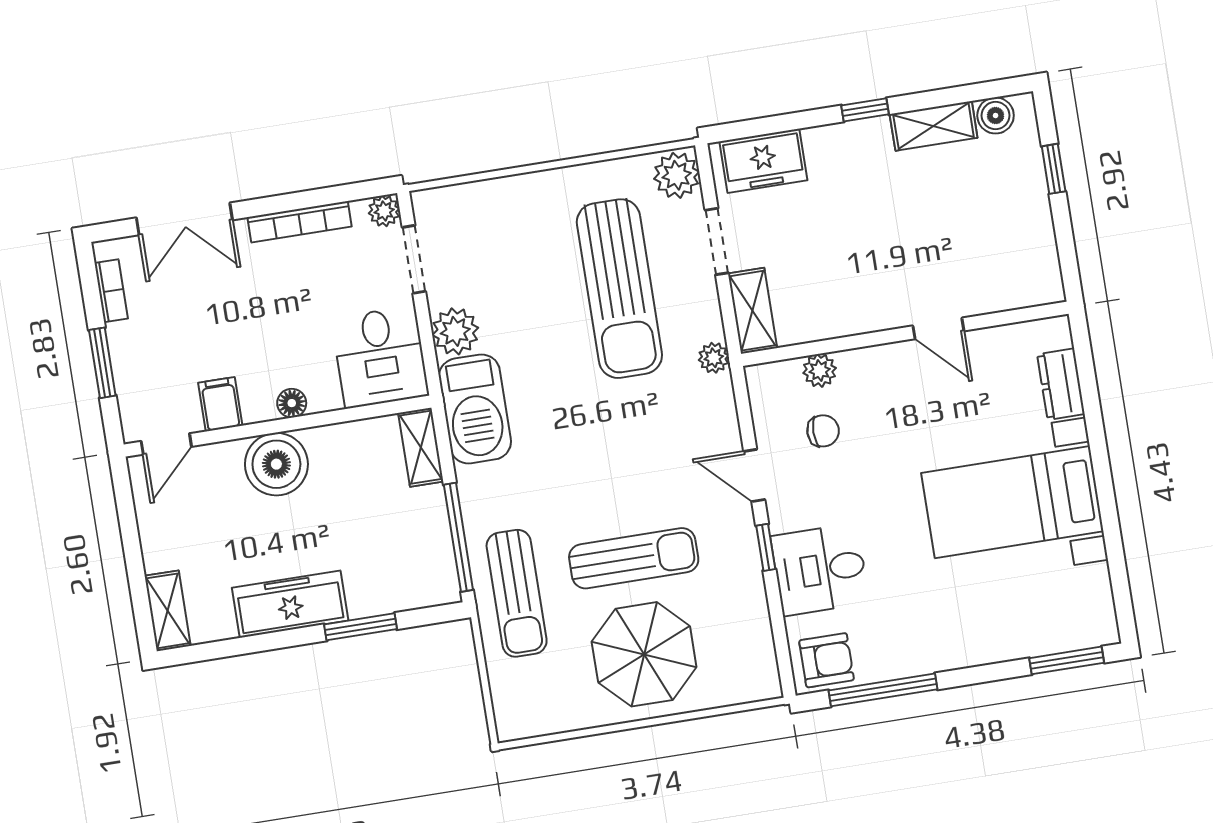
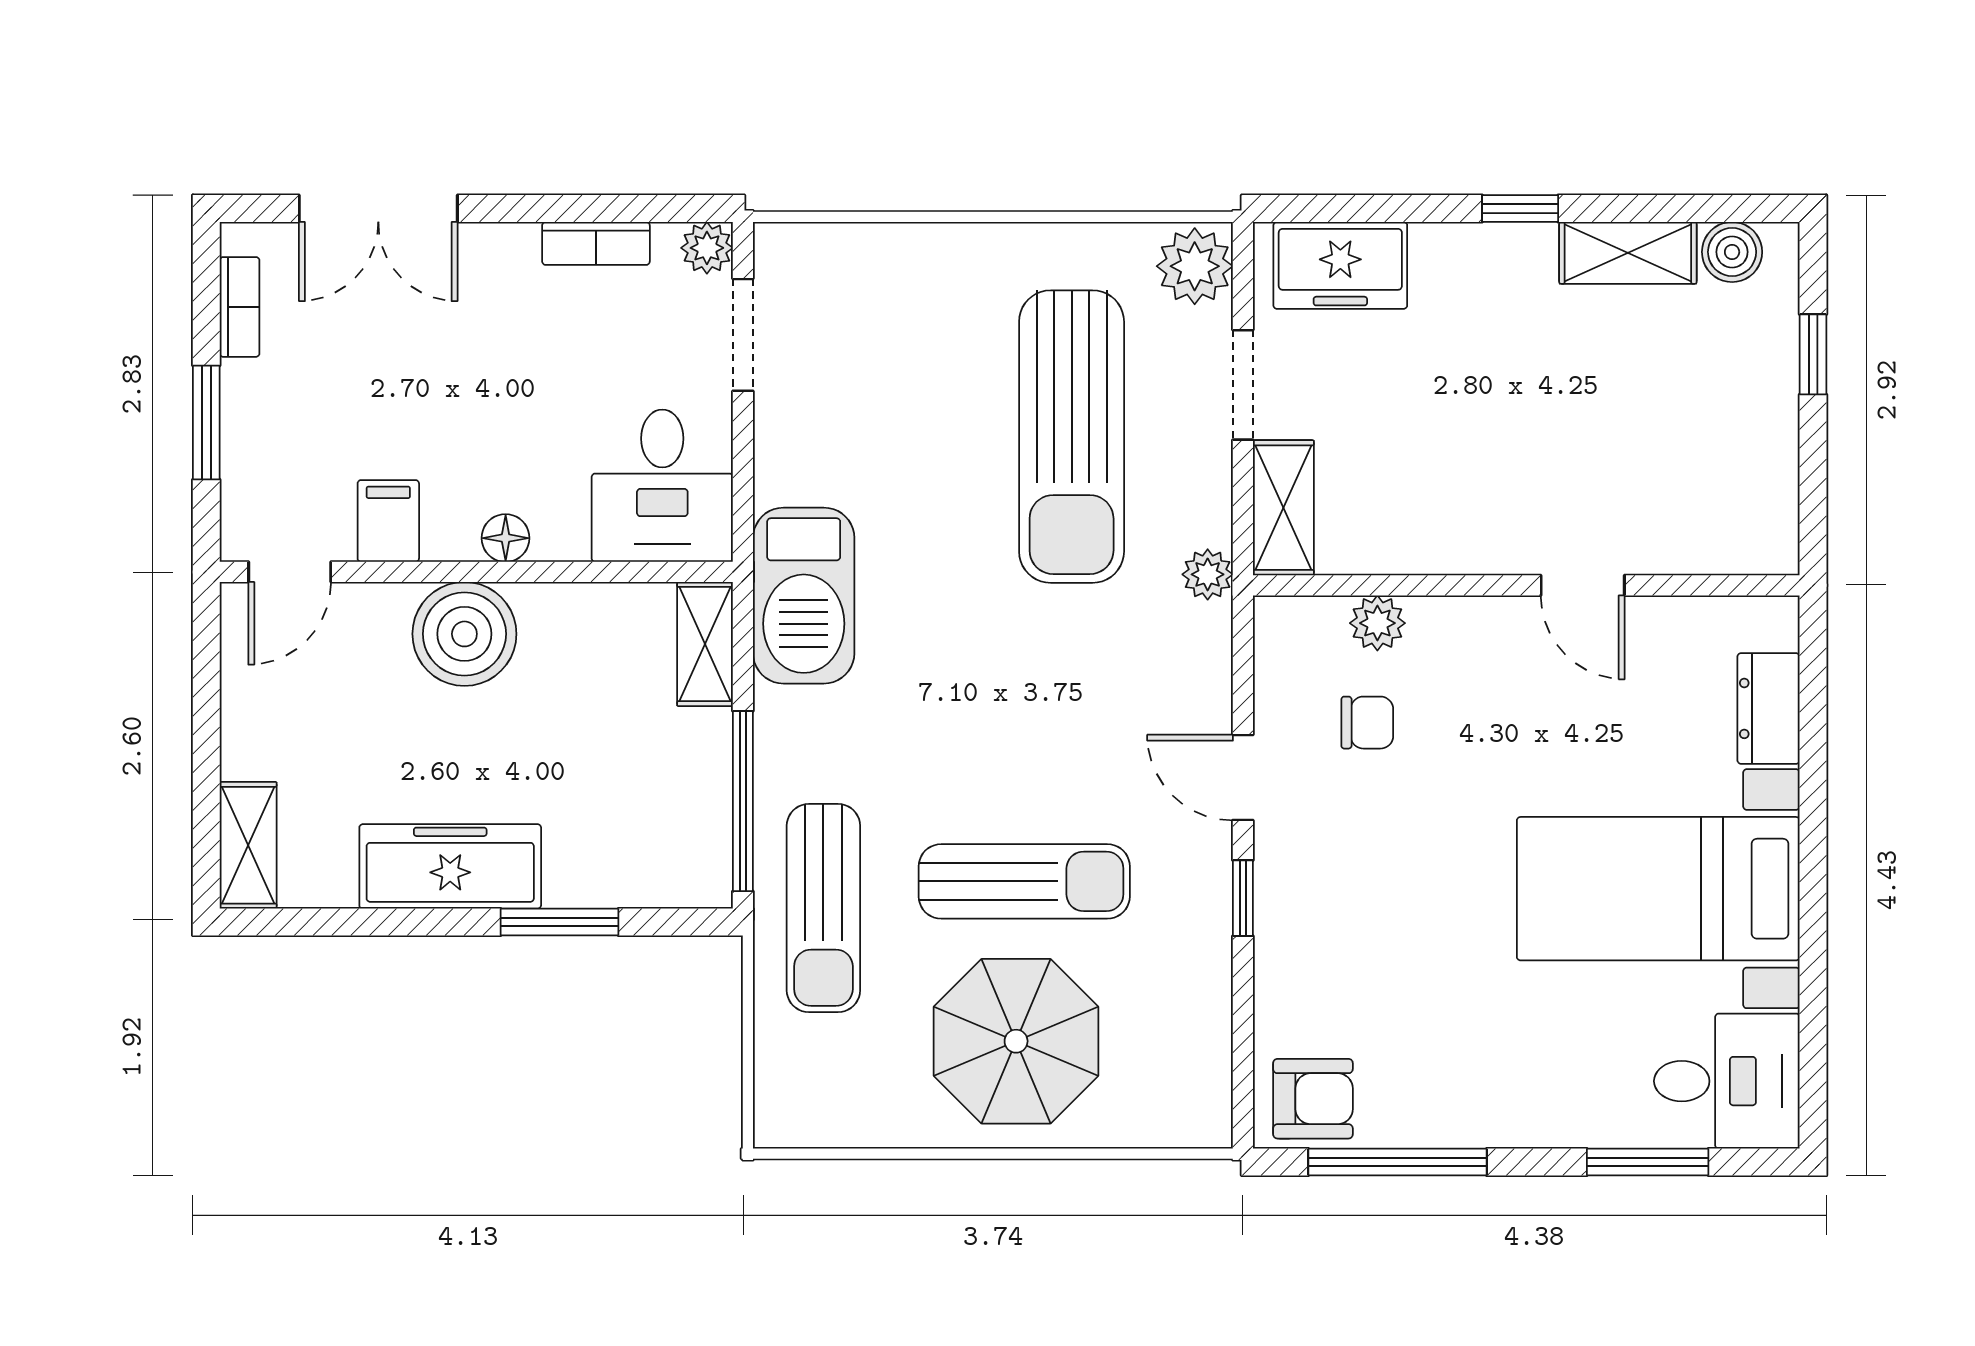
bookcase: (300, 222) -> (596, 243), width x0.64
plant: (455, 331) -> (792, 464), removed
desk: (820, 570) -> (1727, 1081), moved, turned 180
window: (1067, 660) -> (1648, 1162), moved

